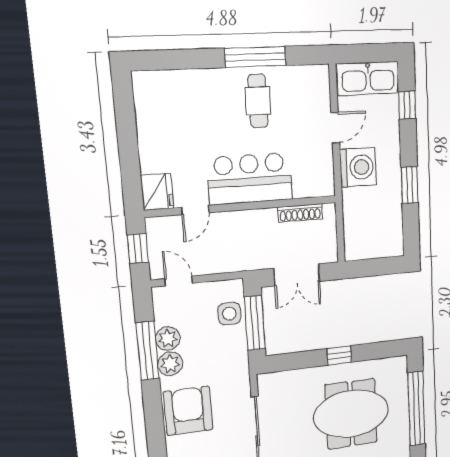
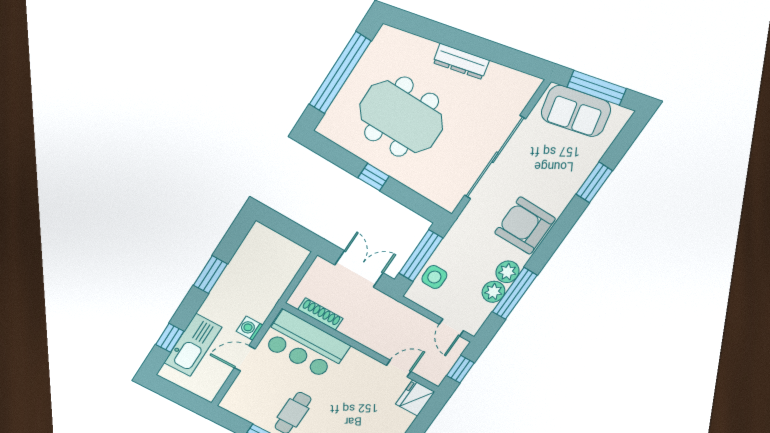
kitchen sink: (368, 78) -> (193, 345), moved, turned 90
washing machine: (358, 167) -> (250, 328), width x0.53, depth x0.53
bar counter: (250, 179) -> (305, 345), moved
armchair: (188, 411) -> (525, 226), turned 90

